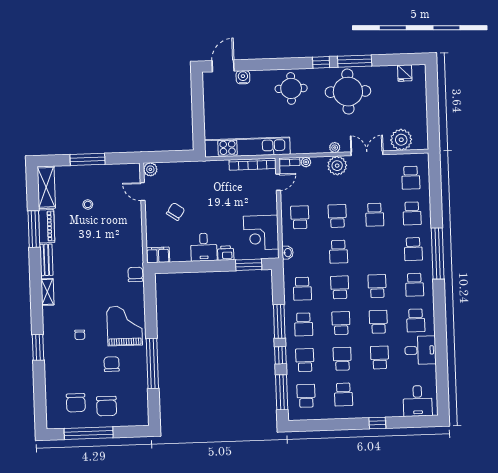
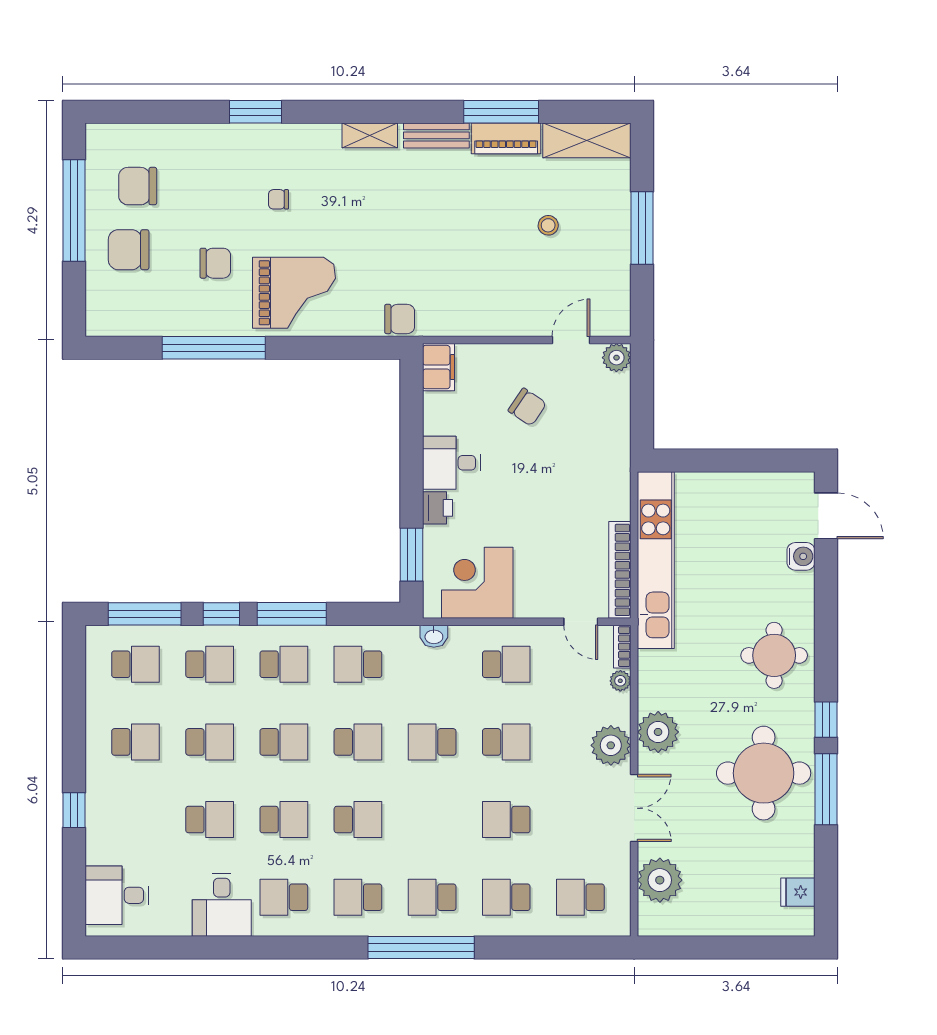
plant: (335, 148) -> (658, 732), width x1.87, depth x1.87
school desk: (304, 324) -> (284, 664), turned 180
school desk: (343, 395) -> (136, 742), turned 180

